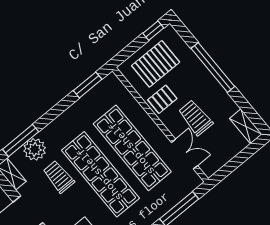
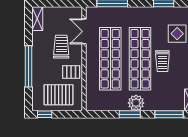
window: (88, 85) -> (130, 114), moved
trolley: (195, 118) -> (61, 47), turned 180
plant: (35, 149) -> (136, 103), moved
trolley: (59, 177) -> (162, 61), moved

